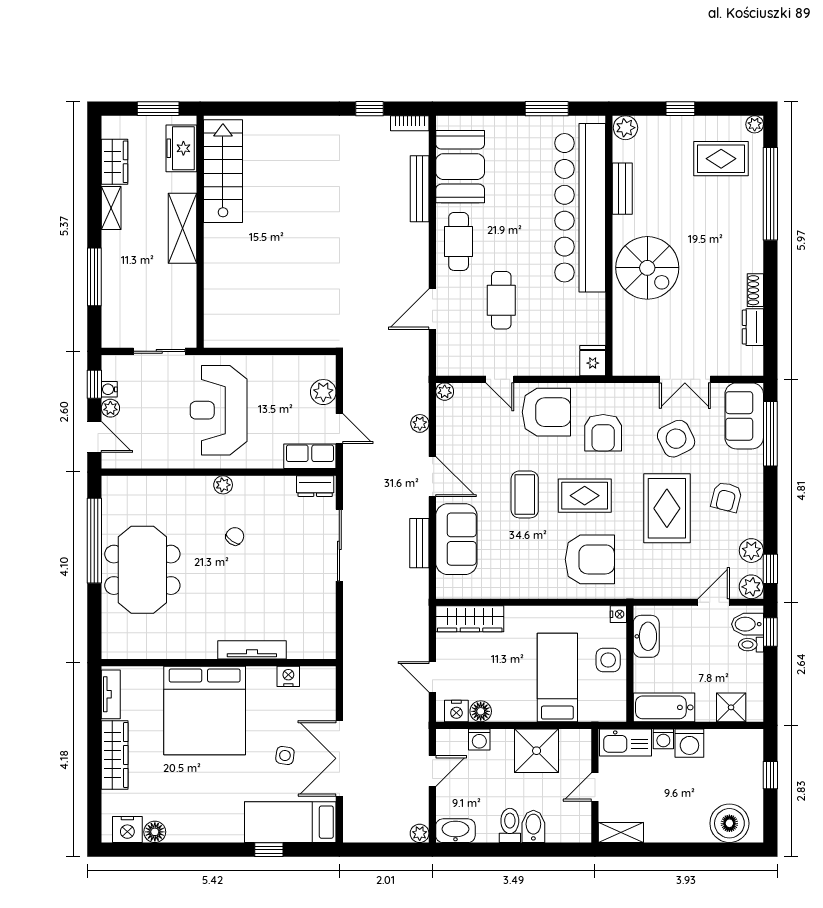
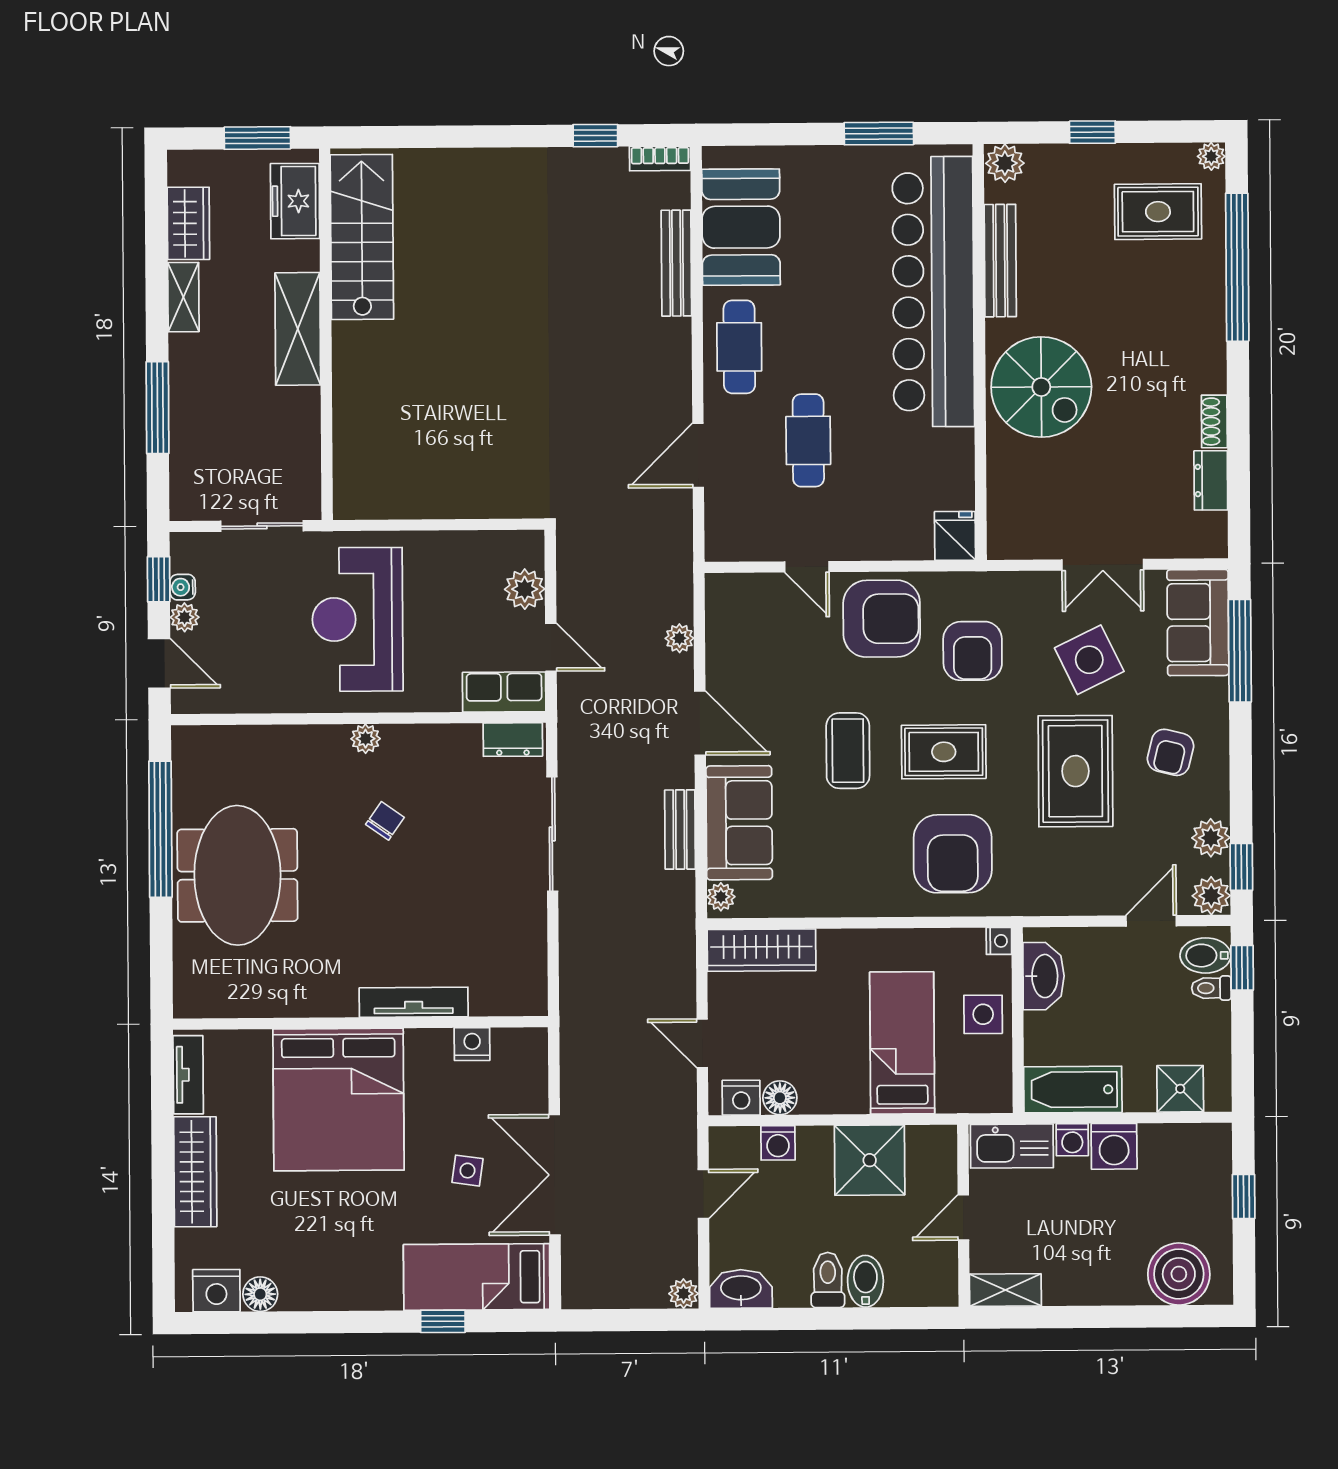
bench: (622, 189) -> (1000, 261), width x1.36
plant: (445, 392) -> (721, 897), moved
armchair: (590, 559) -> (953, 854), turned 90

